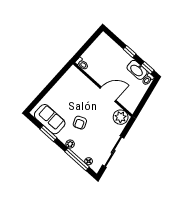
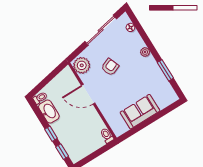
window: (148, 68) -> (62, 152), moved
sofa: (50, 119) -> (140, 112), moved, turned 90
armchair: (80, 123) -> (110, 67), moved
window: (77, 159) -> (142, 33), removed

